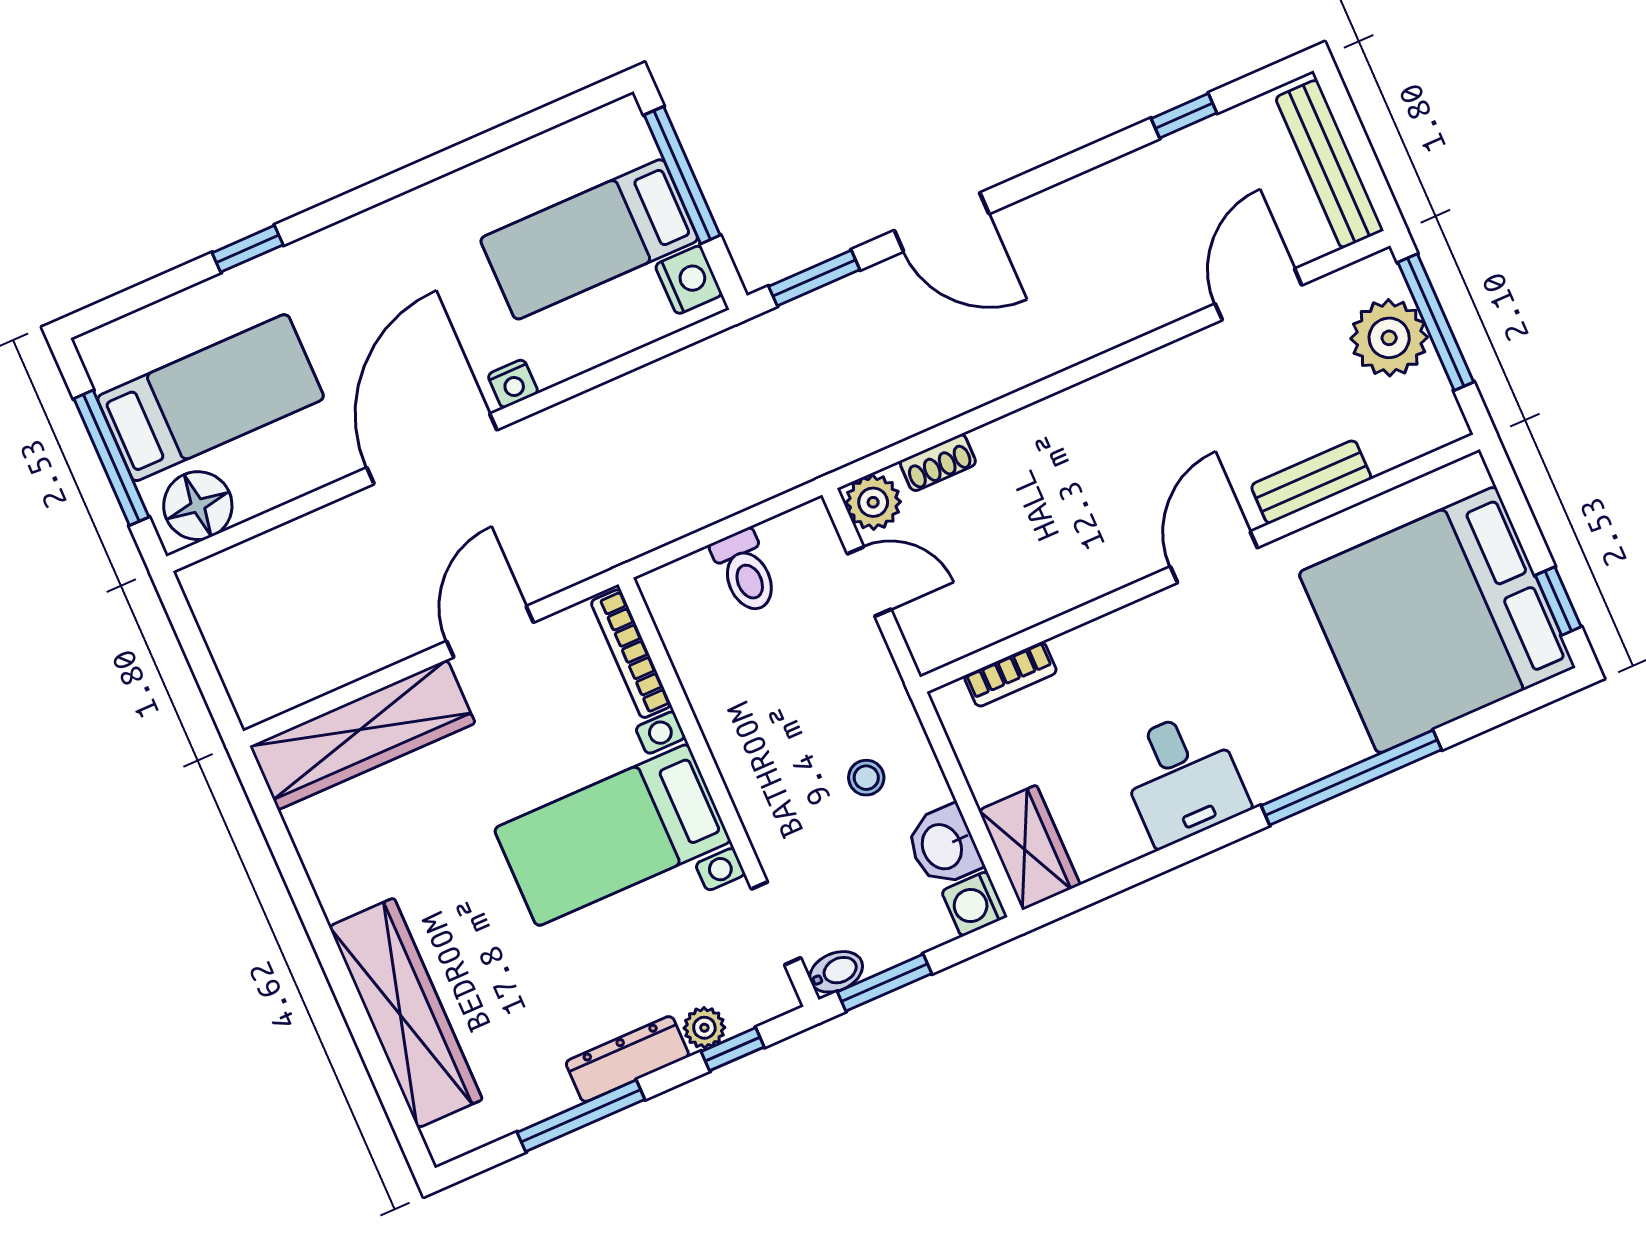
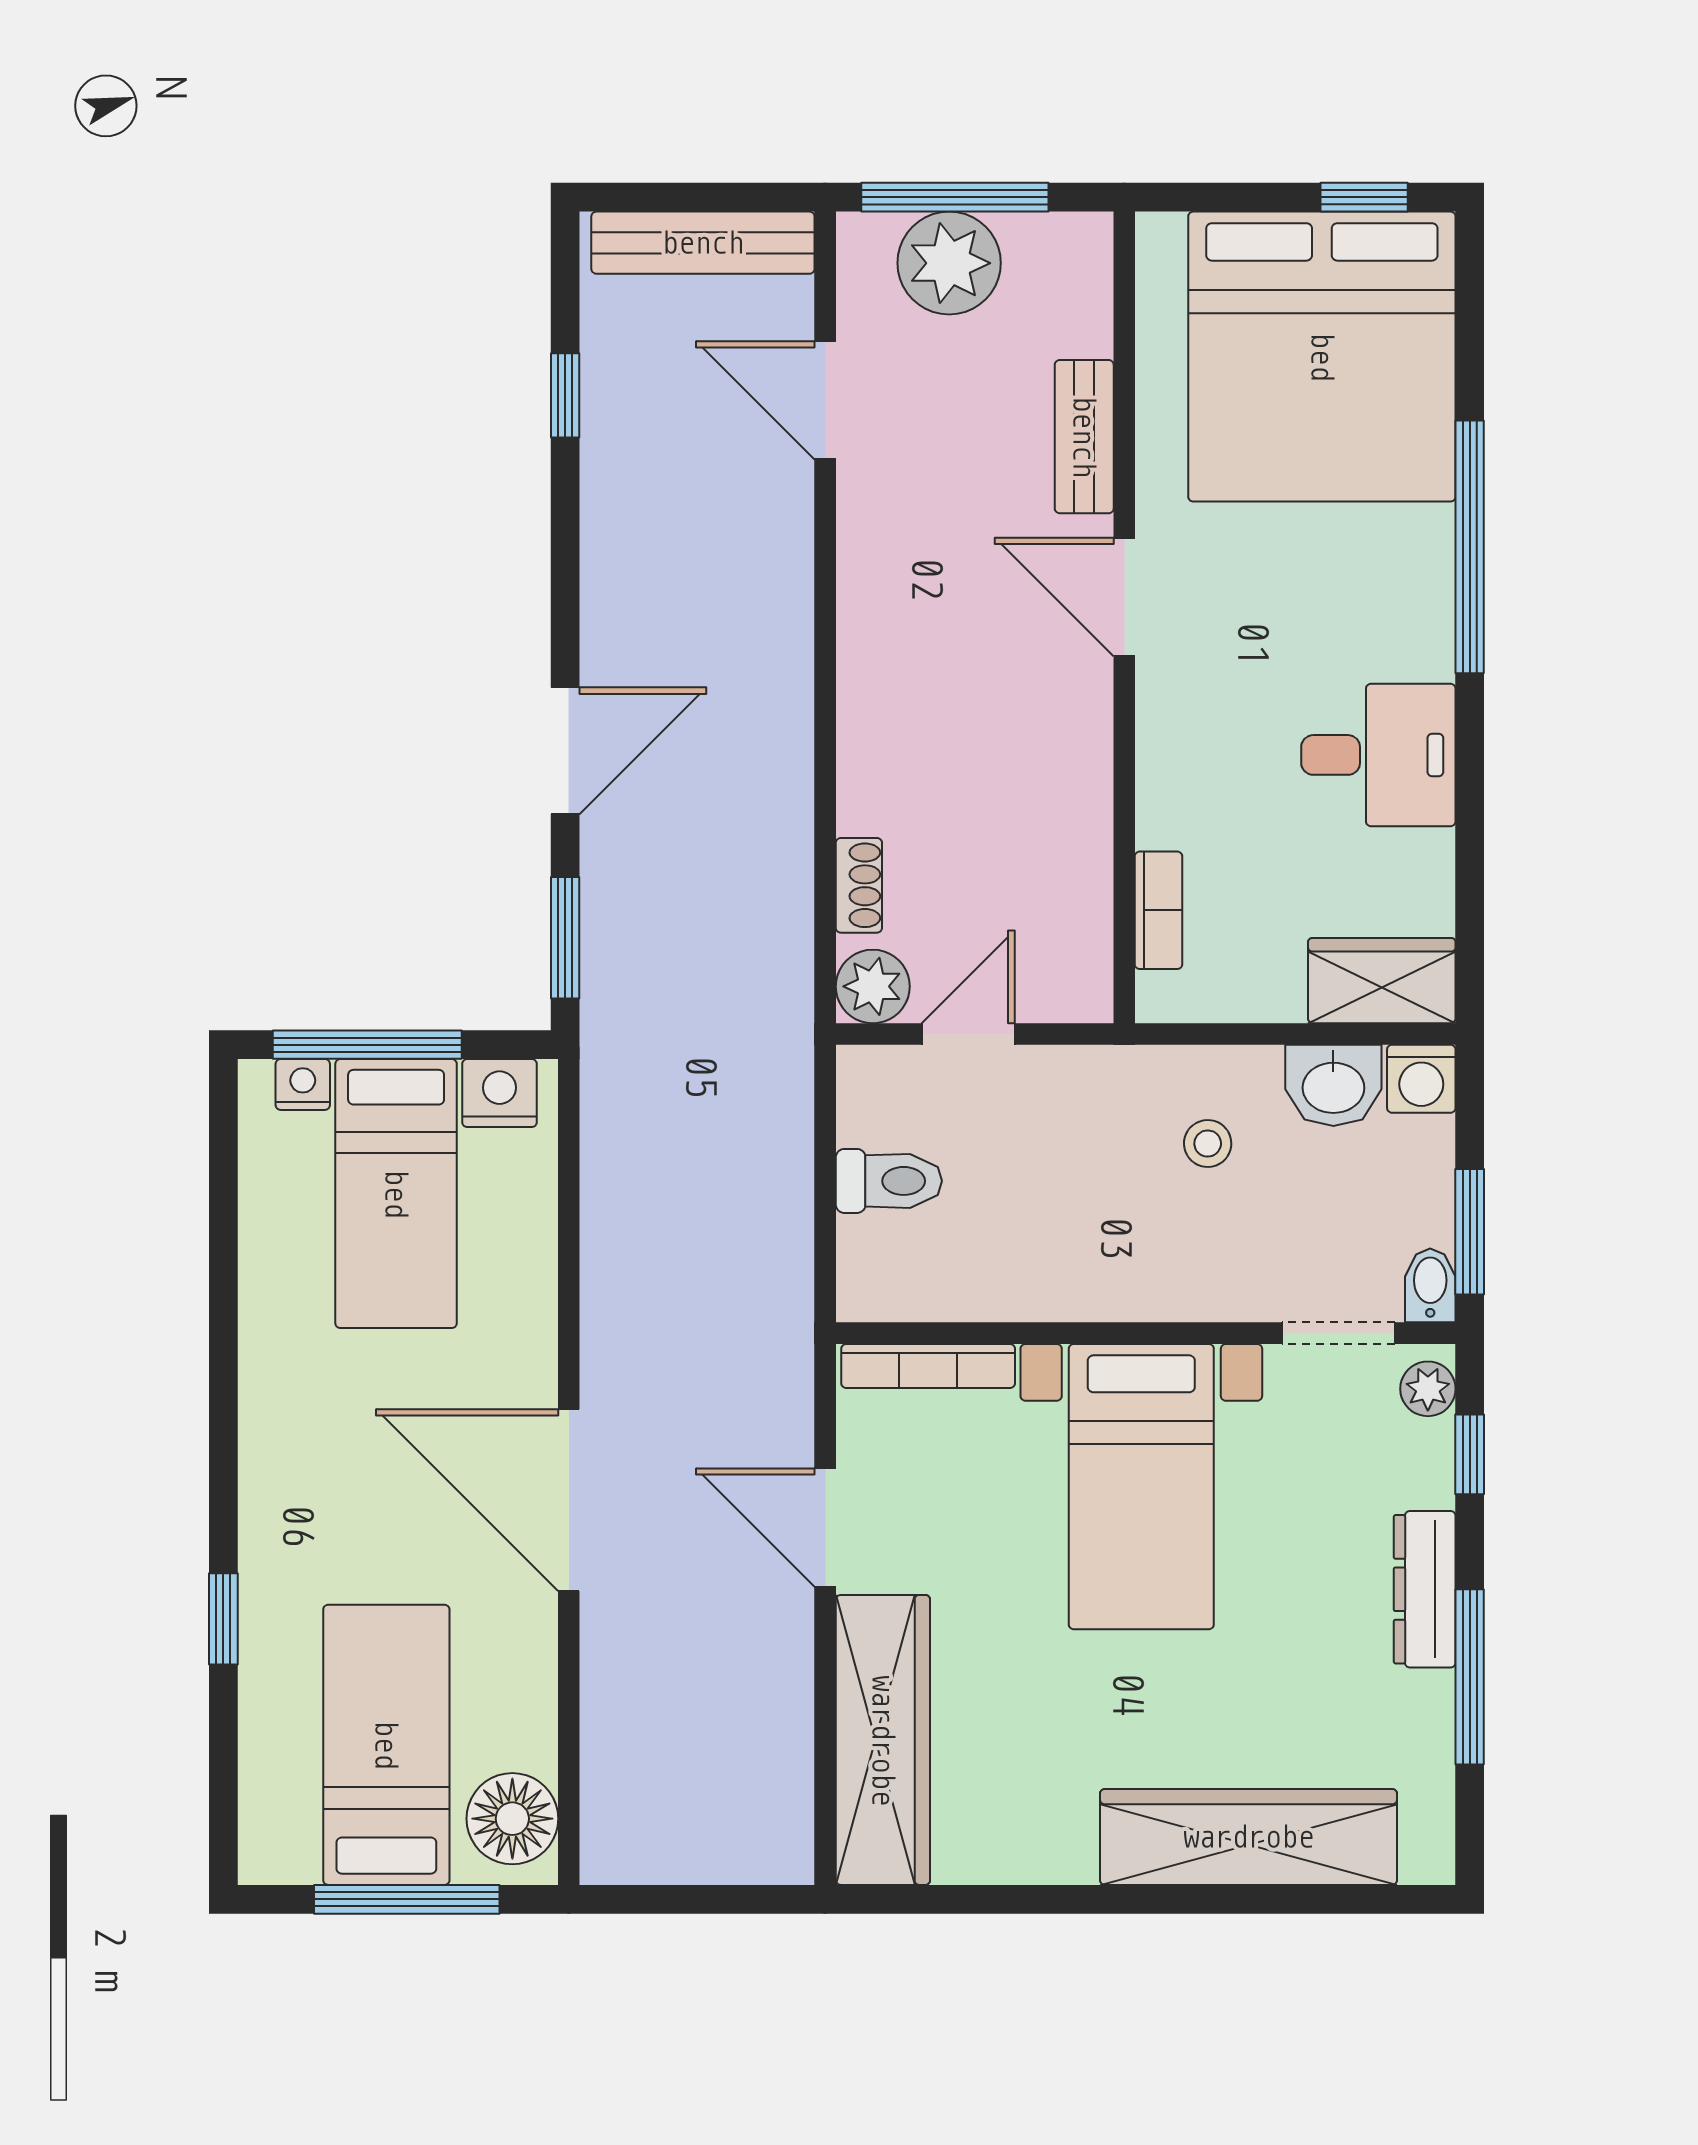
nightstand: (513, 384) -> (303, 1084), moved, turned -90
plant: (704, 1028) -> (1428, 1389), moved

